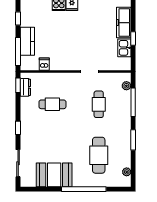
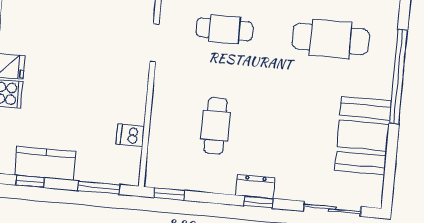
kitchen counter: (27, 41) -> (45, 163), moved
window: (18, 52) -> (99, 188), width x0.69
dresser: (25, 87) -> (255, 186), moved

